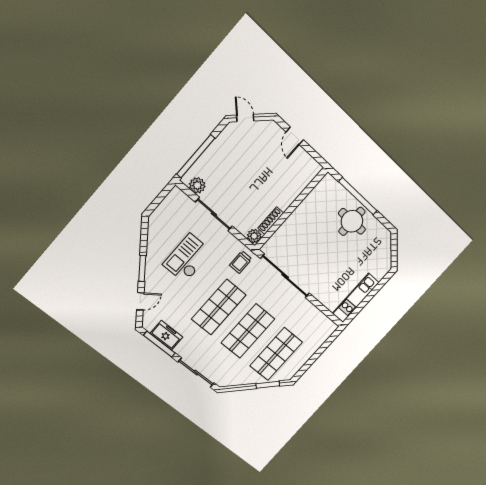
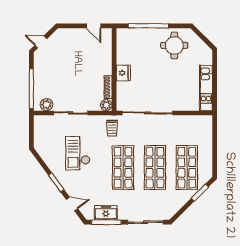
door: (295, 136) -> (94, 26), moved
fridge: (296, 220) -> (123, 73), added
round table: (352, 221) -> (174, 45), moved
door: (140, 301) -> (72, 204), hinge flipped

